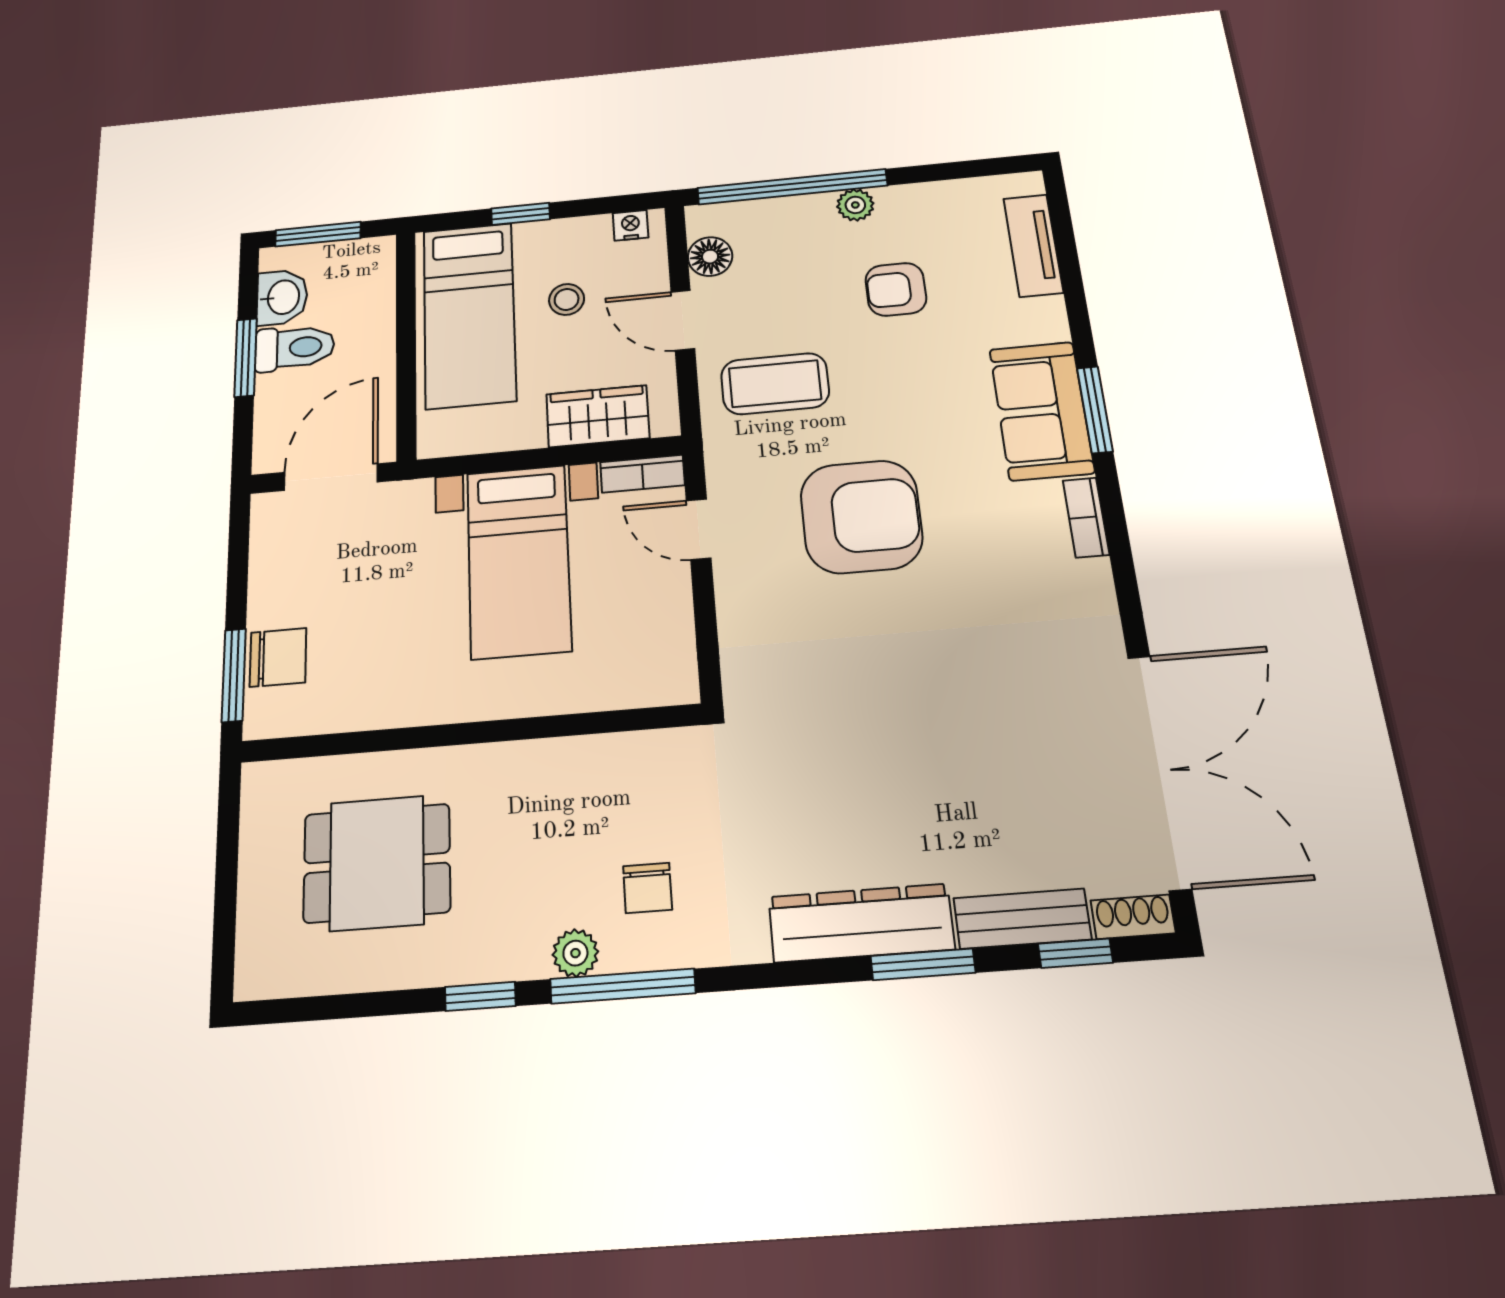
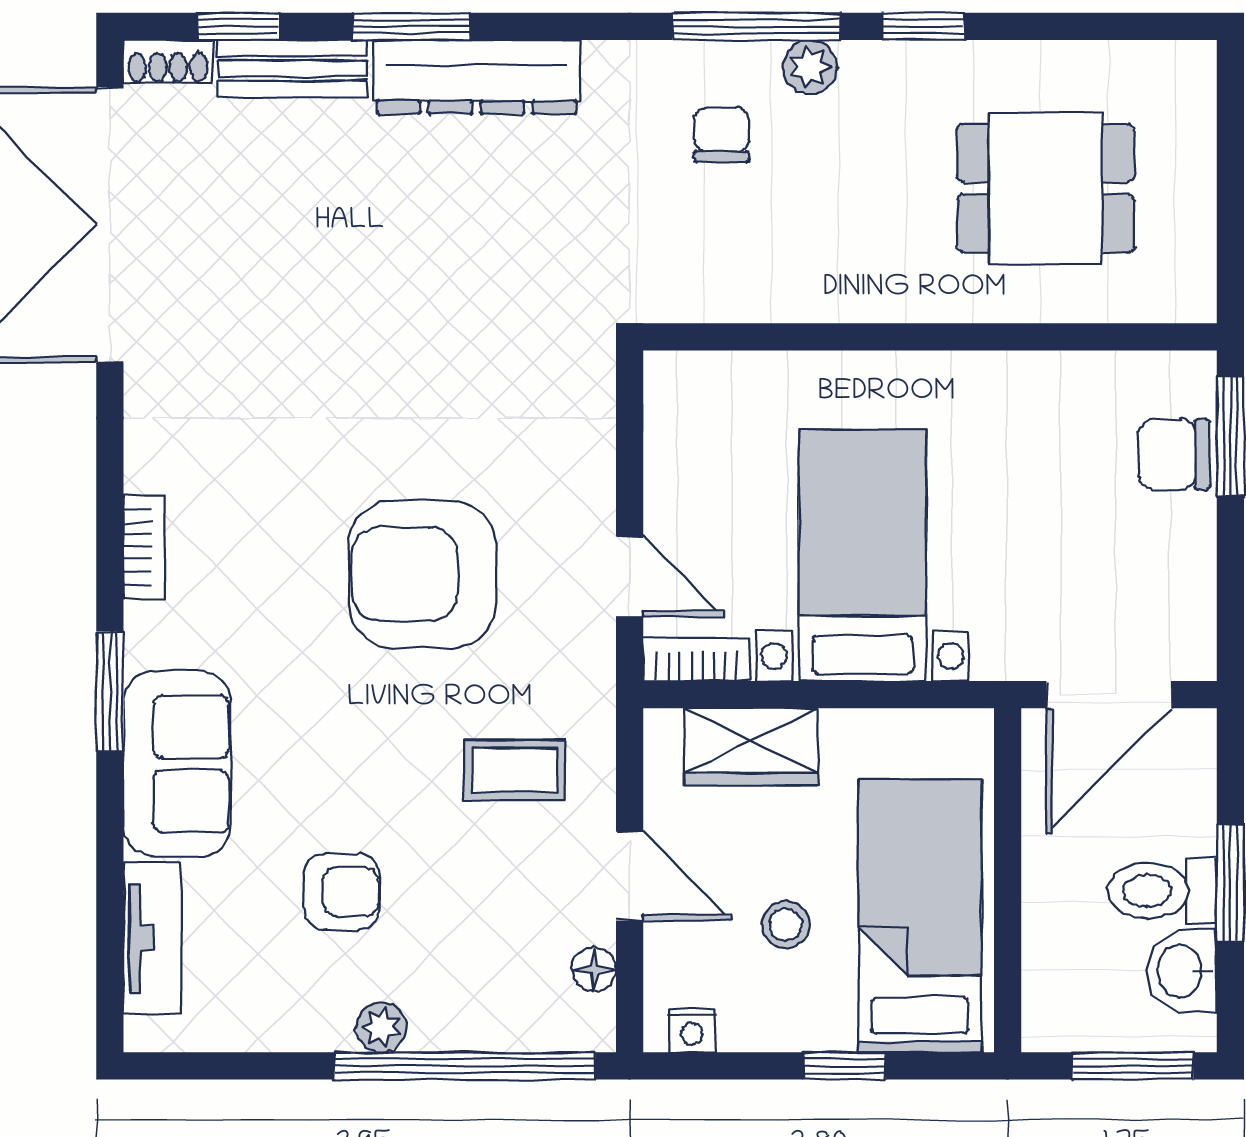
floor lamp: (710, 257) -> (594, 969), width x0.73, depth x0.73
coffee table: (775, 384) -> (515, 770), width x0.73, depth x0.77
sofa: (1041, 411) -> (177, 764), moved

